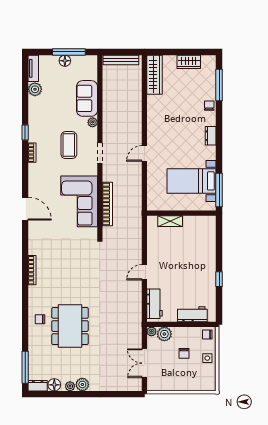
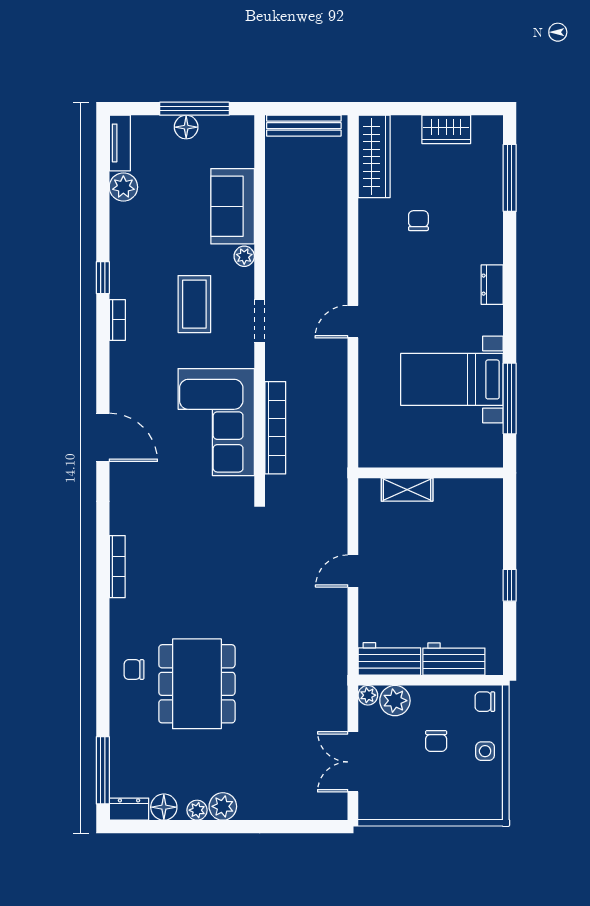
chair: (209, 106) -> (418, 221), moved
wall: (181, 213) -> (431, 473), moved
shelving: (170, 221) -> (407, 490), moved
workbench: (155, 304) -> (389, 659), moved, turned -90

